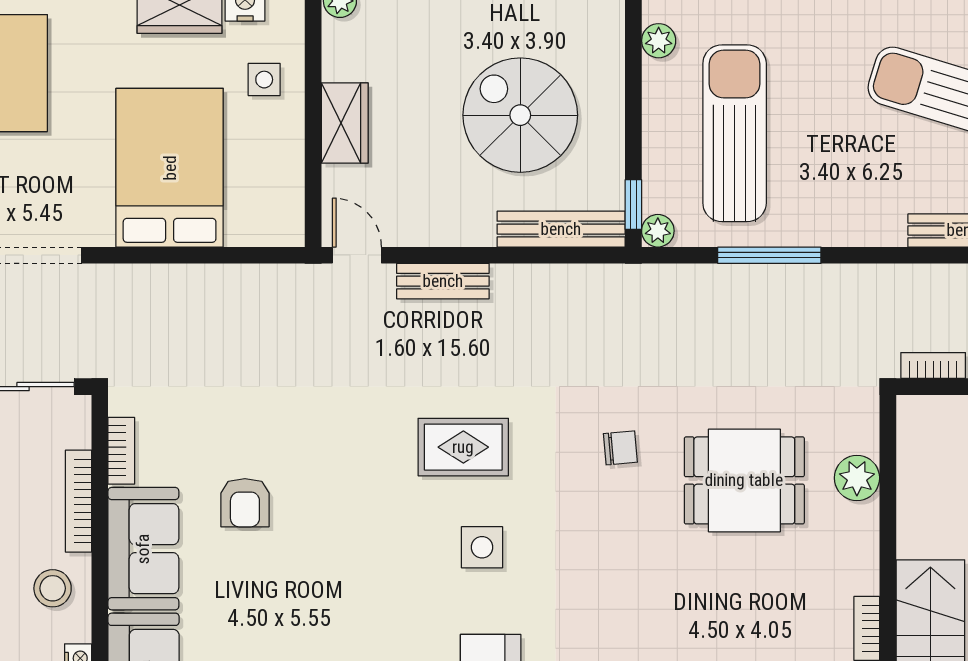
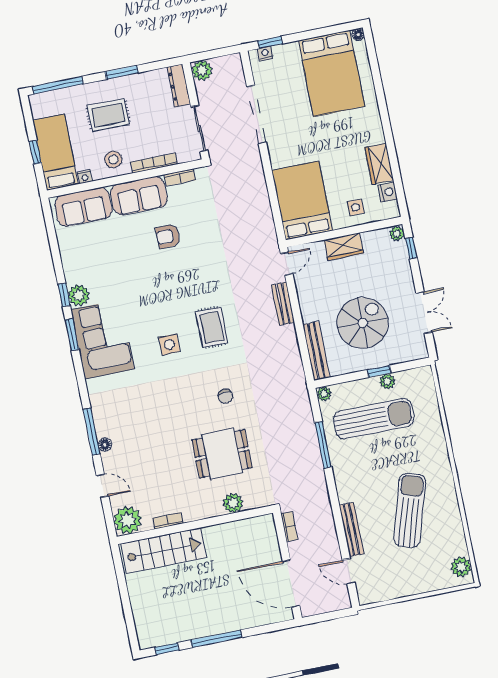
plant: (659, 41) -> (387, 381), moved
bed: (170, 168) -> (302, 200), moved, turned -90
window: (633, 204) -> (379, 371), moved
dining table: (744, 480) -> (222, 454), turned 90

